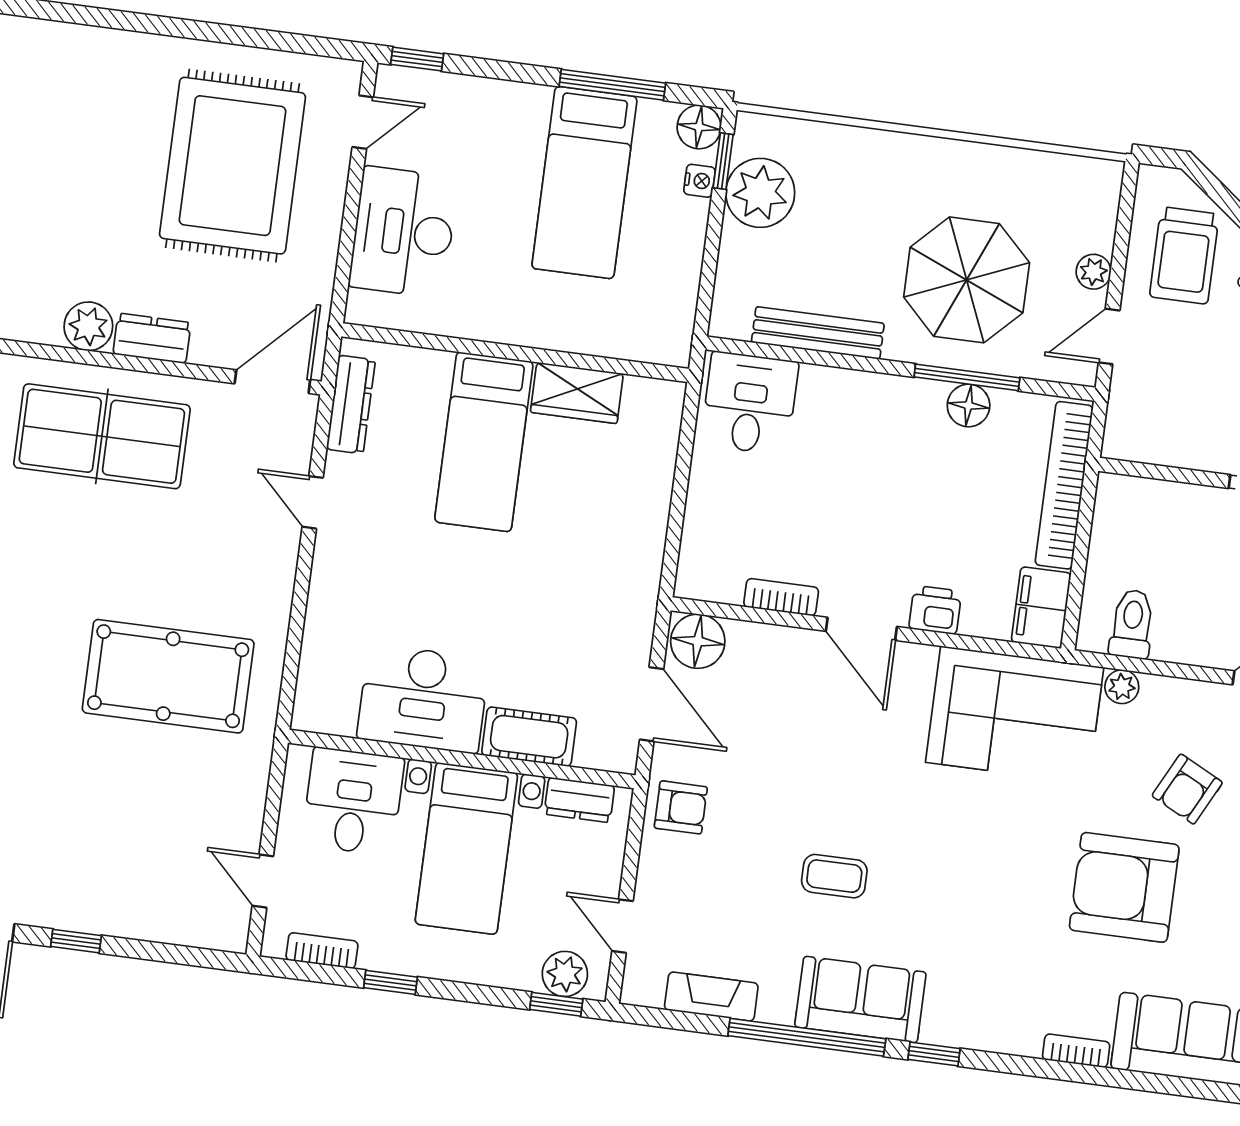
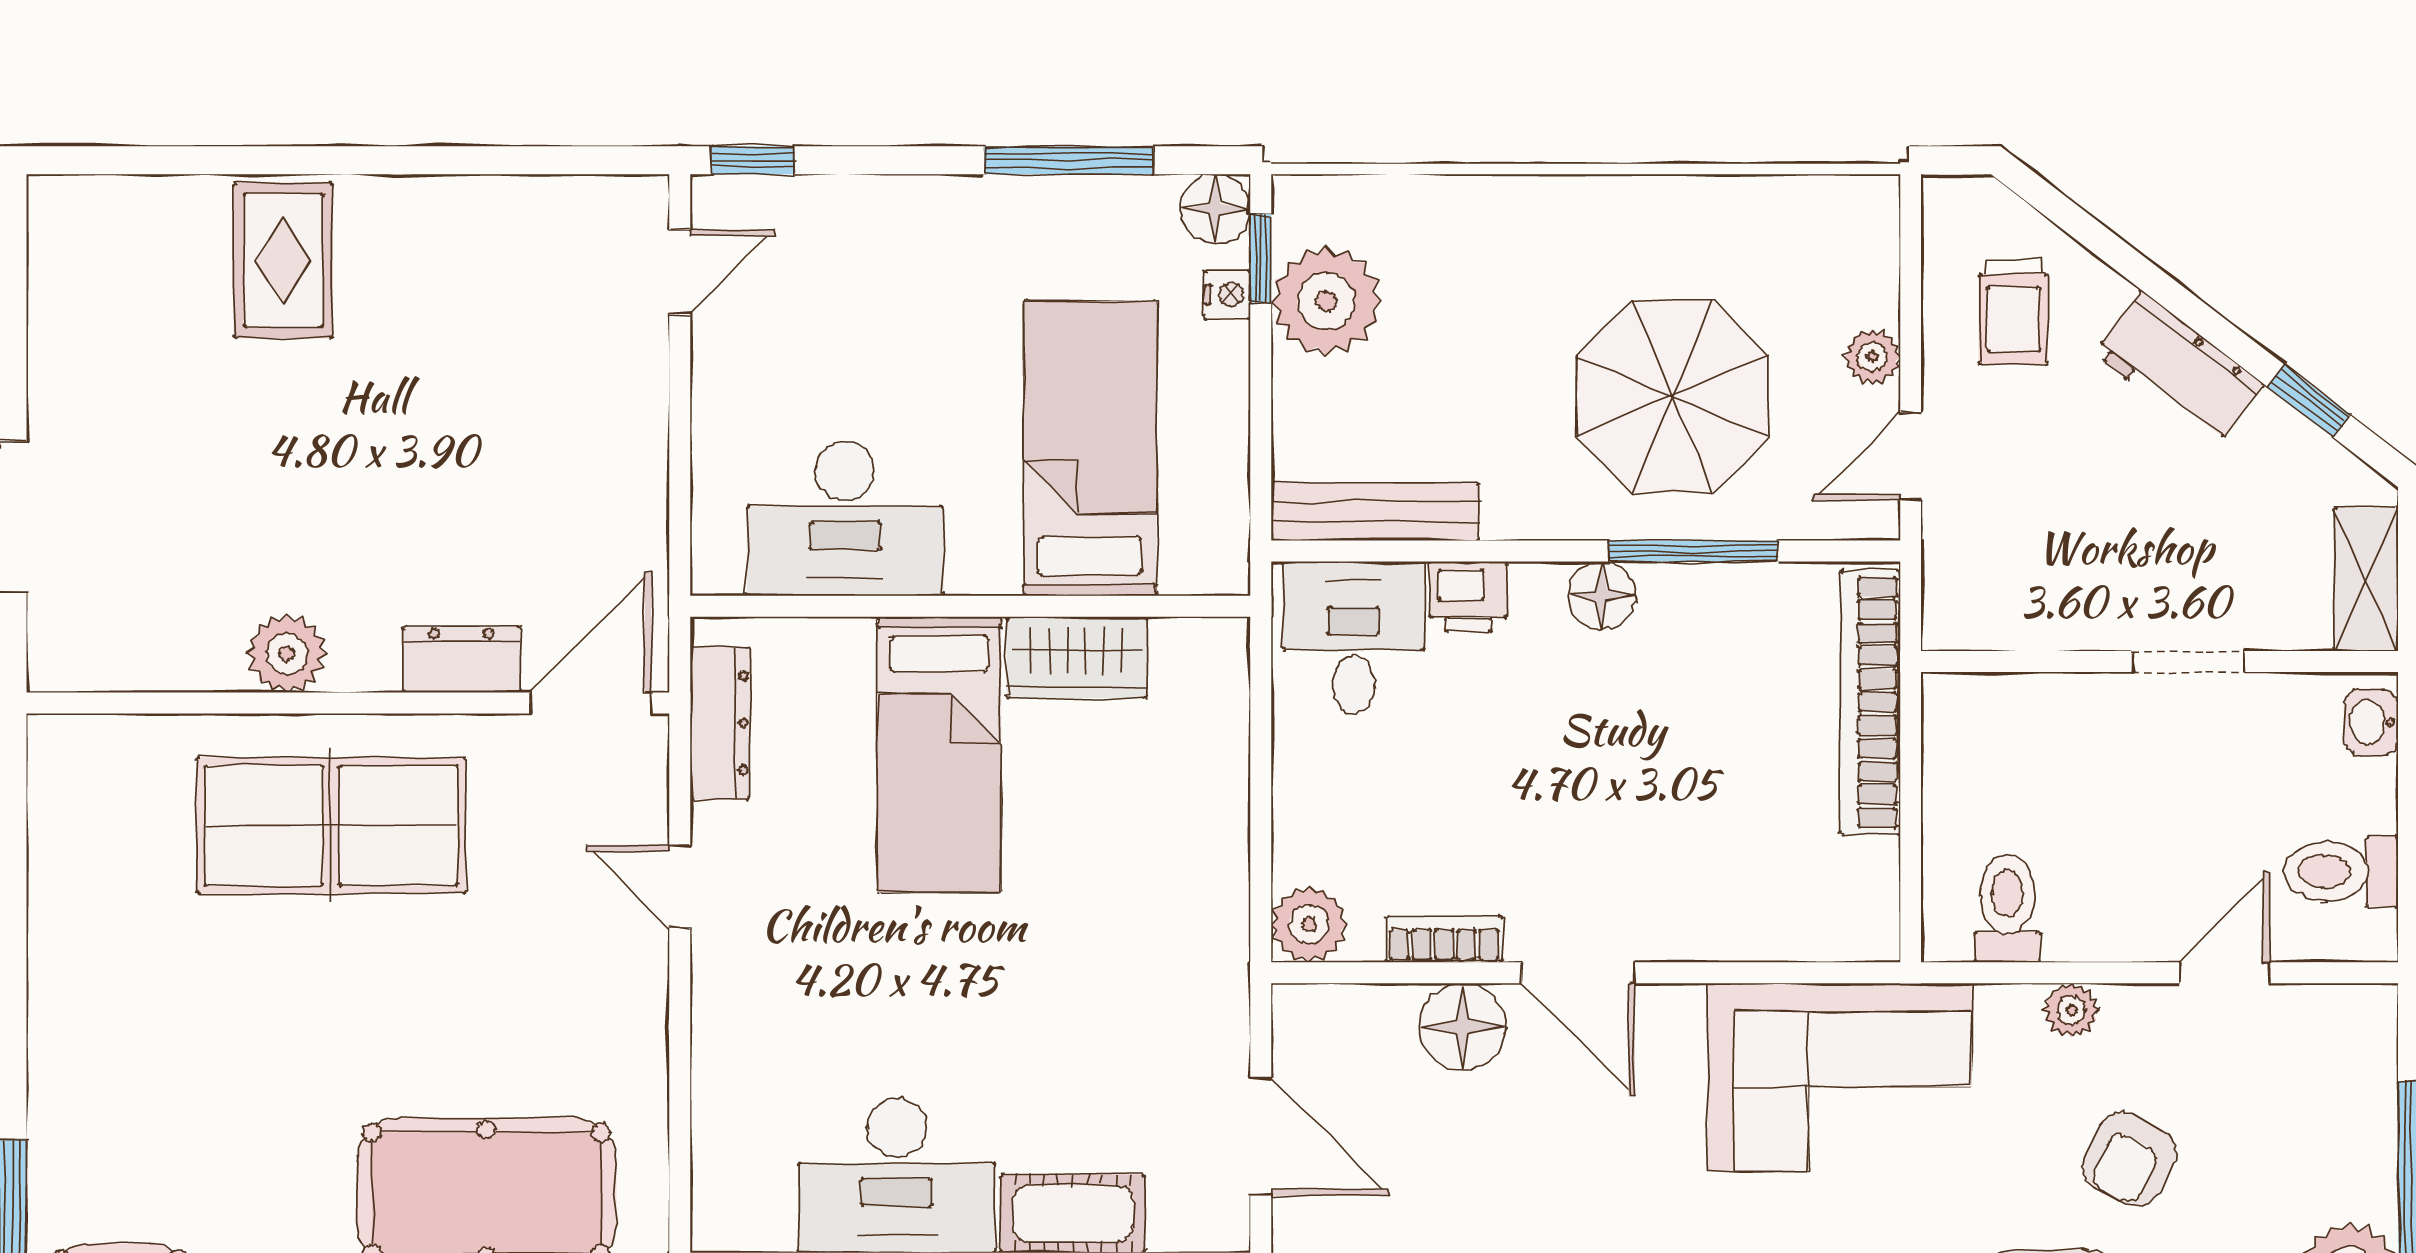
rug: (233, 166) -> (283, 260), moved, width x0.54, depth x0.49
bed: (584, 183) -> (1090, 449), moved, turned 180
desk: (403, 232) -> (845, 519), moved, turned -90
trolley: (1184, 255) -> (2013, 312), width x0.73, depth x0.72
bench: (818, 333) -> (1375, 512), moved
dresser: (152, 338) -> (462, 659), moved
floor lamp: (969, 406) -> (1602, 595), moved
plant: (699, 577) -> (1309, 924), added
filing cabinet: (1041, 608) -> (1859, 901), removed
printer: (935, 610) -> (1468, 596), moved, turned 180
floor lamp: (698, 641) -> (1463, 1027), moved
plant: (1122, 687) -> (2071, 1010), moved

